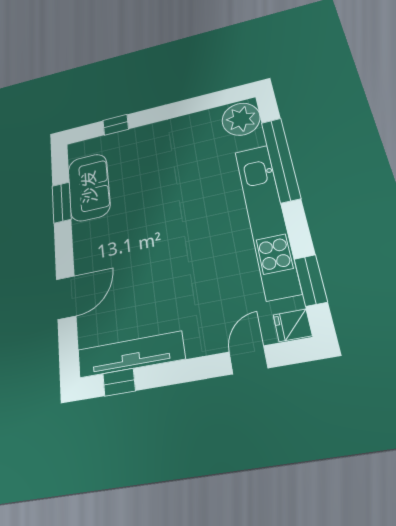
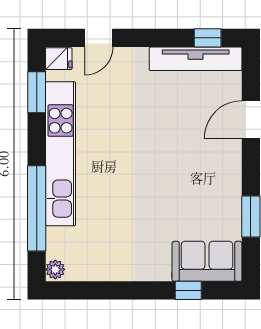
plant: (241, 119) -> (55, 269), width x0.53, depth x0.53
sofa: (89, 187) -> (207, 261), moved, turned 90

